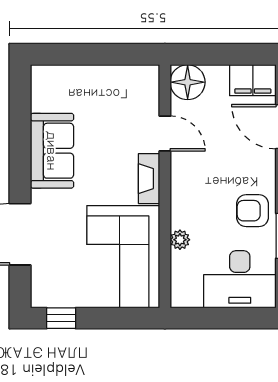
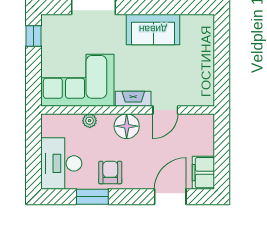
floor lamp: (188, 82) -> (127, 126), moved

